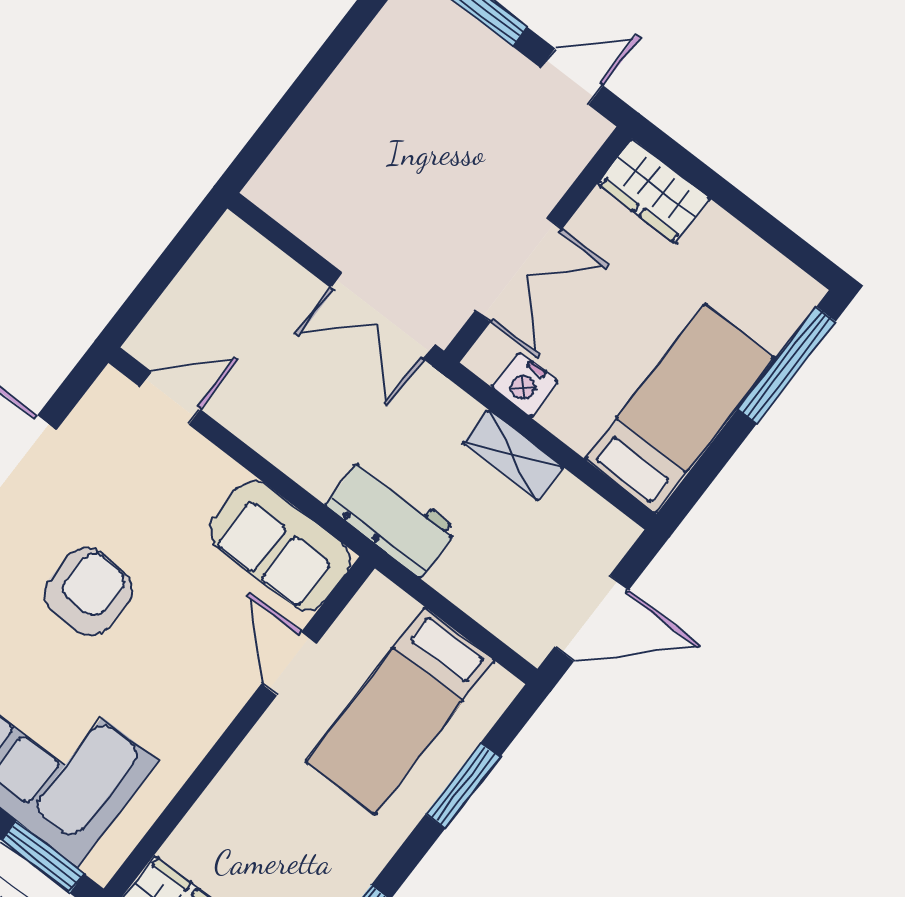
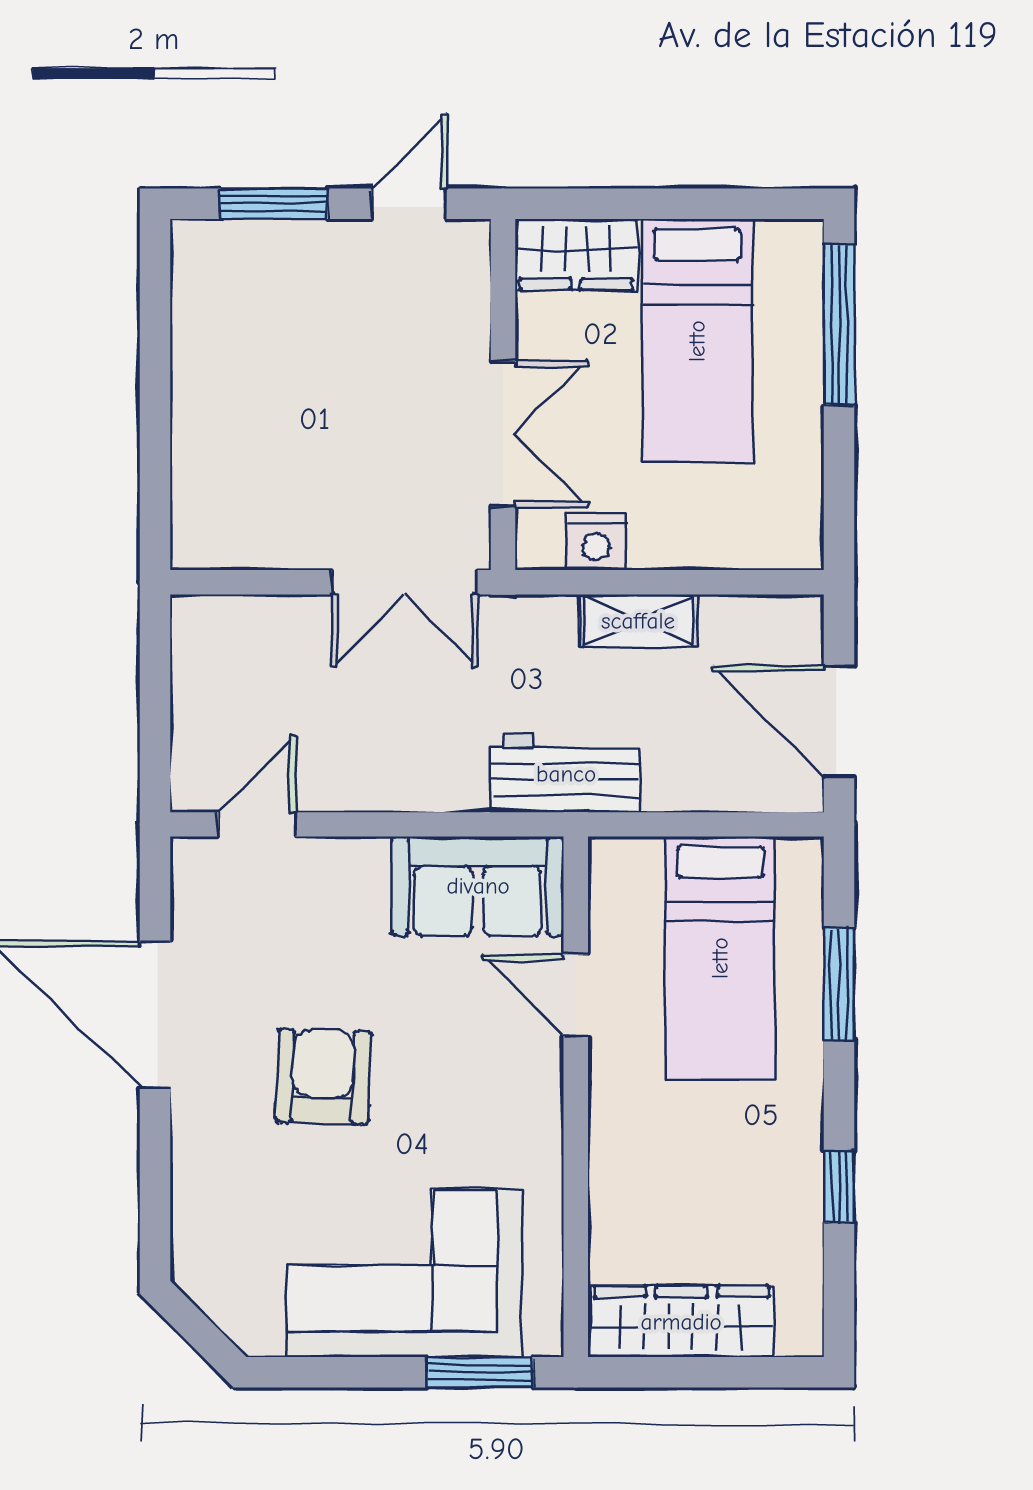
bed: (680, 408) -> (697, 341), moved, turned 180
door: (592, 618) -> (839, 721), swing flipped

